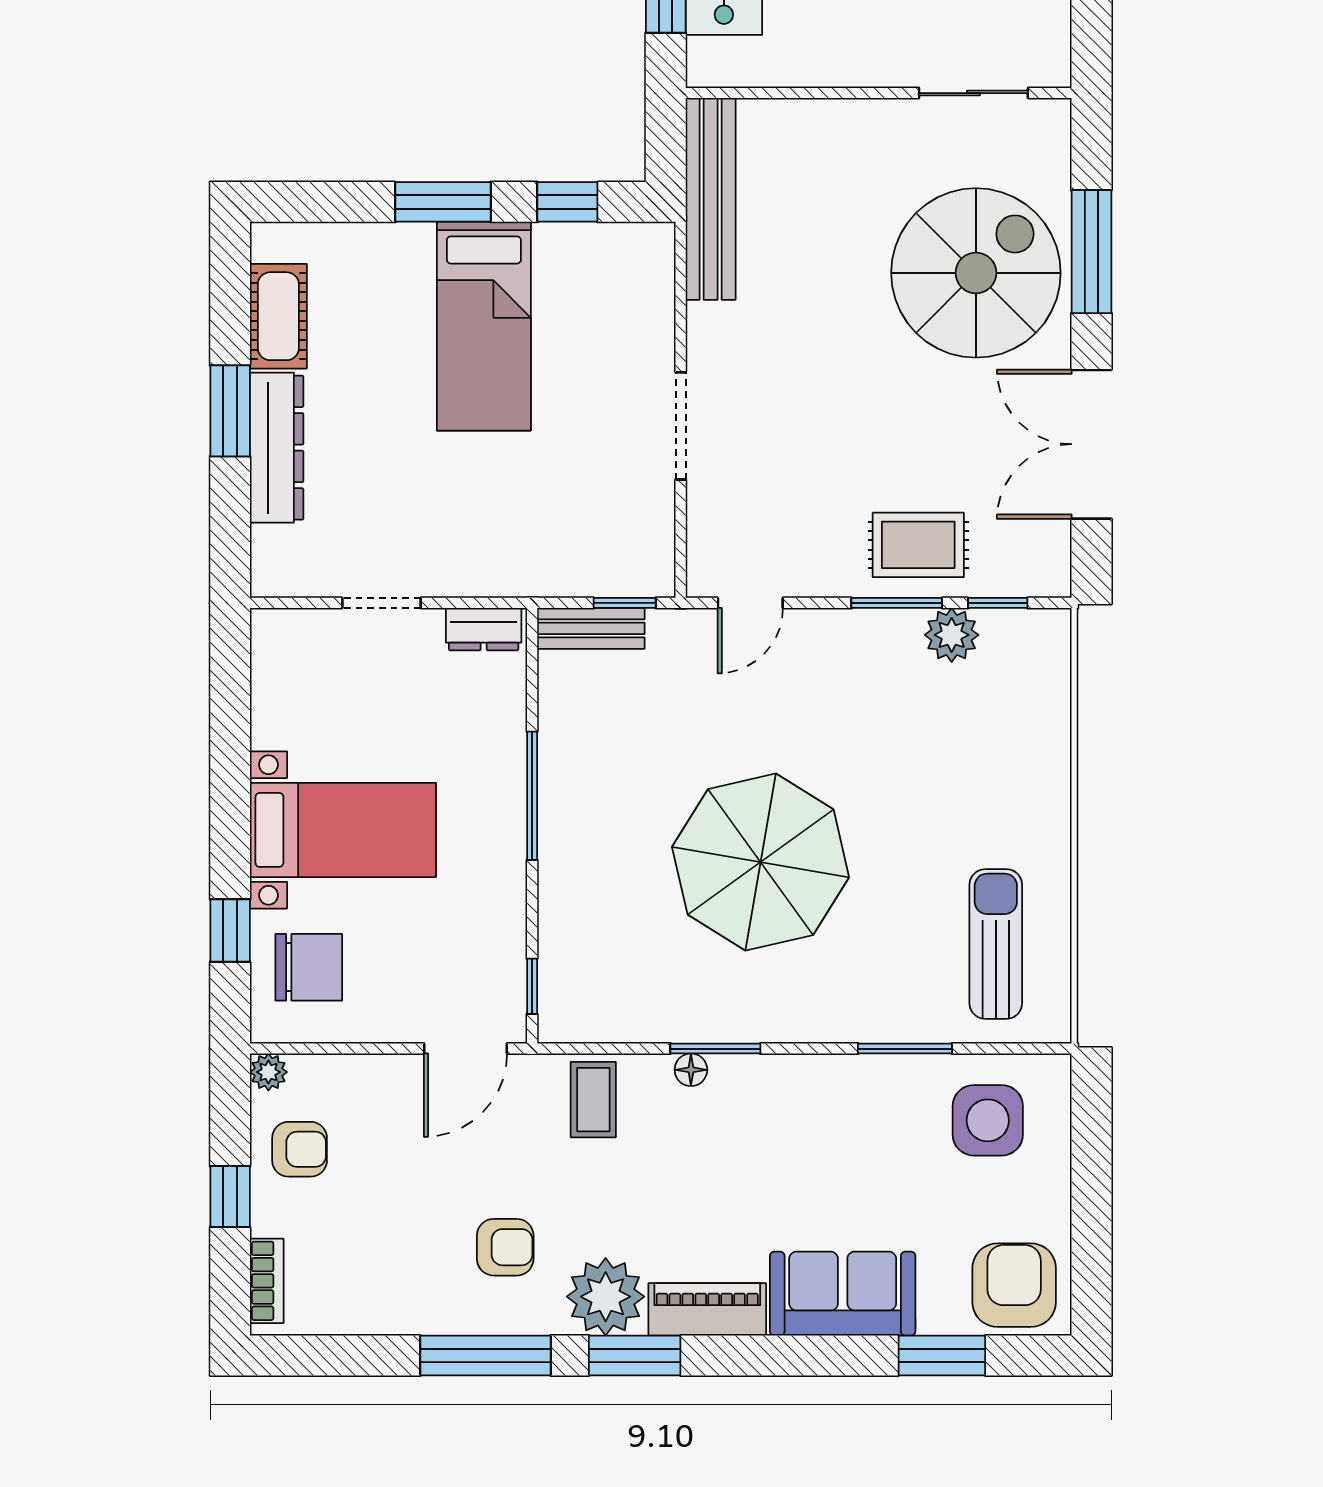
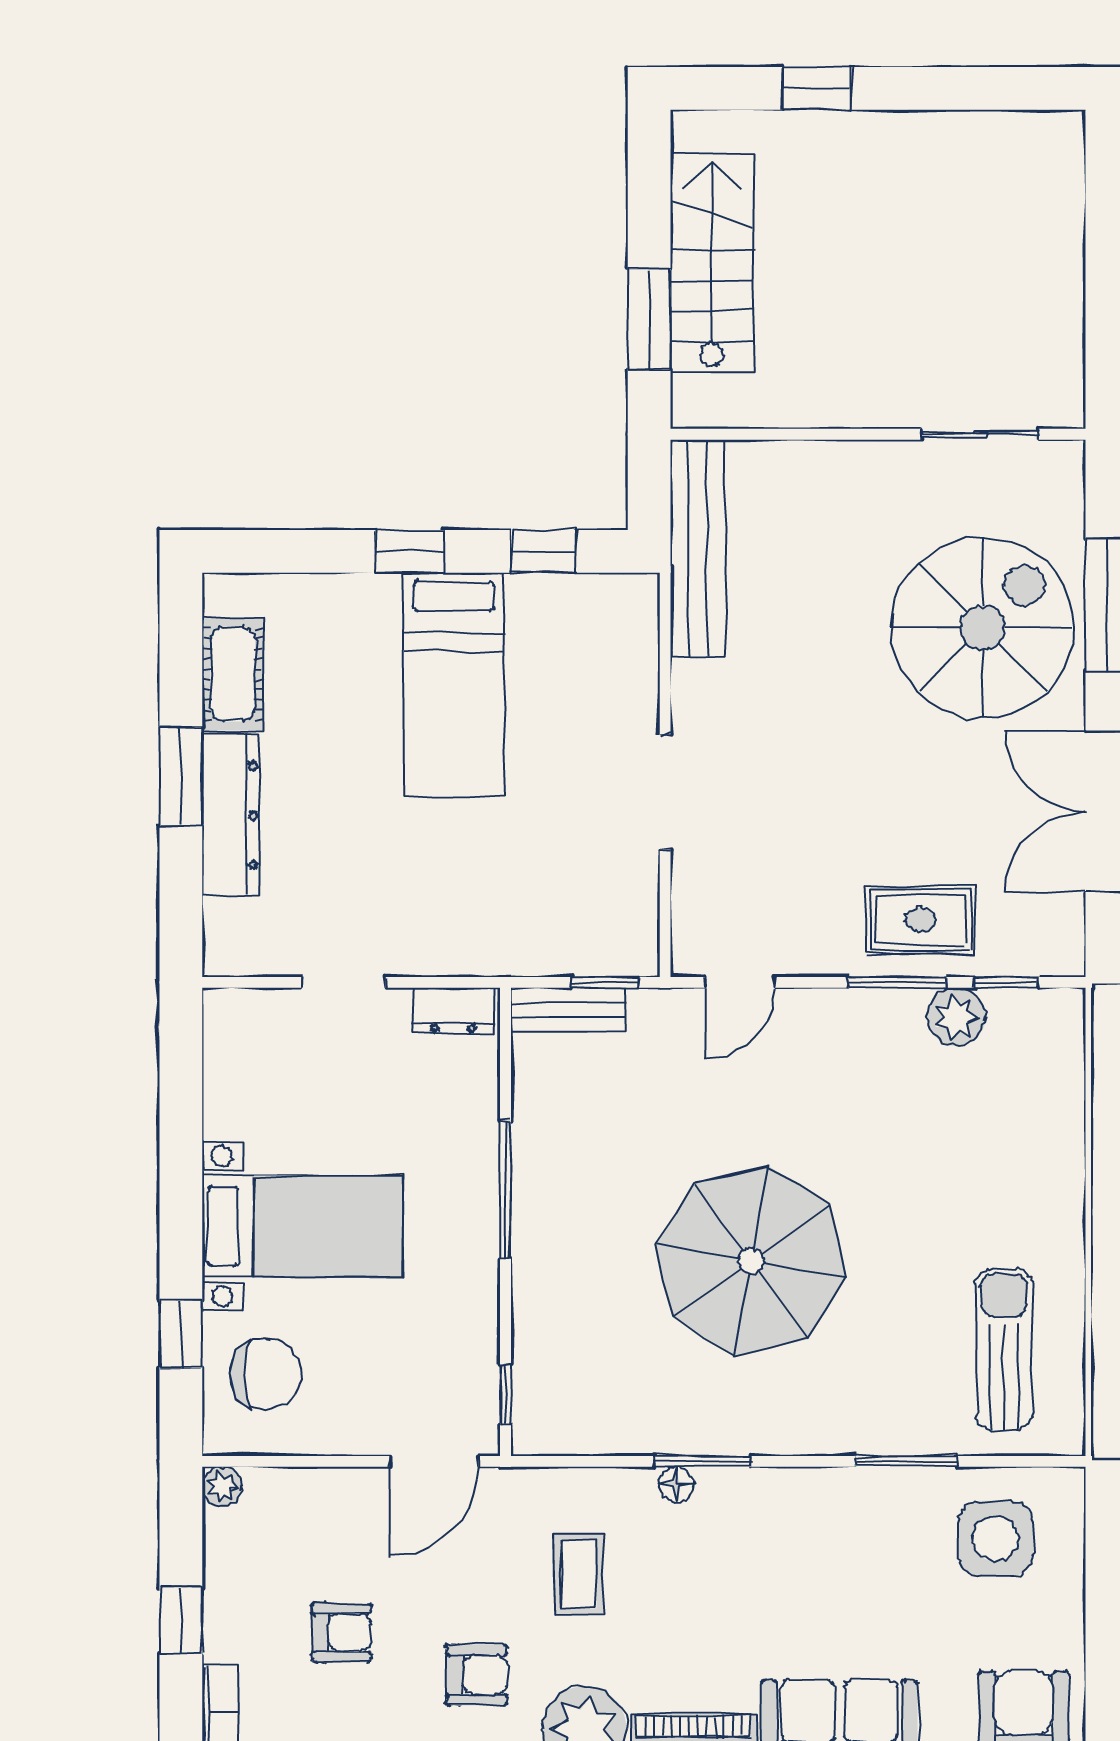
window: (443, 202) -> (410, 551), width x0.67
coffee table: (593, 1100) -> (579, 1574), moved
armchair: (300, 1149) -> (341, 1633), moved

